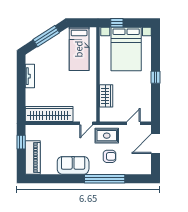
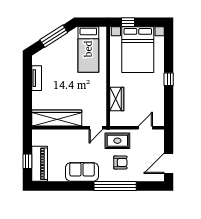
window: (21, 142) -> (27, 161), moved
door: (156, 144) -> (169, 163), moved

